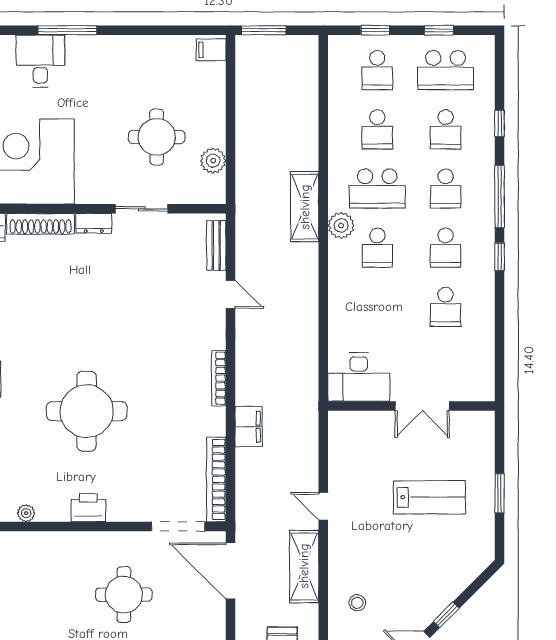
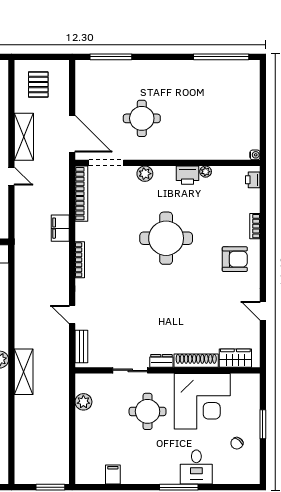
filing cabinet: (211, 50) -> (113, 474), moved, turned -90
round table: (157, 137) -> (148, 411), moved
printer: (88, 508) -> (188, 175), moved
plant: (119, 510) -> (145, 174), added

